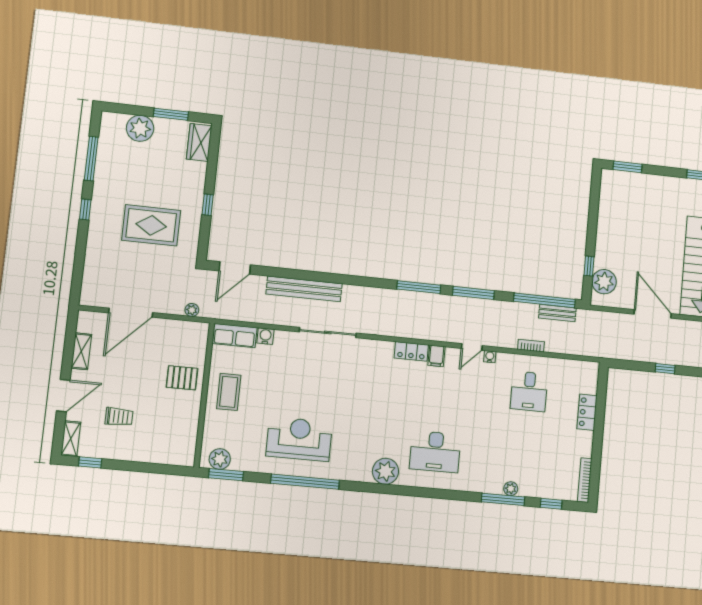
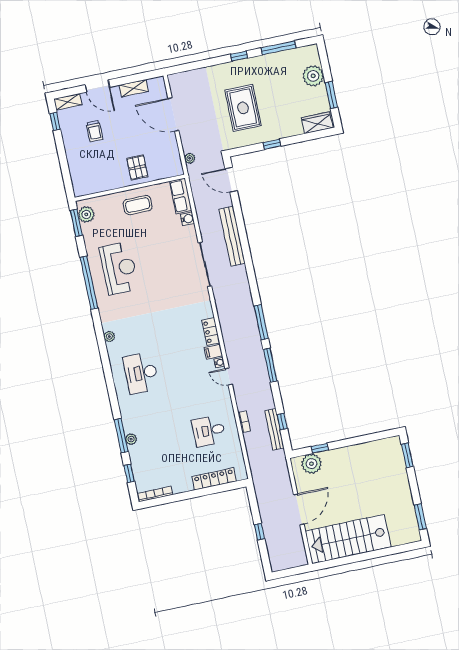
window: (544, 300) -> (282, 422), width x0.32
bench: (557, 313) -> (274, 429), width x1.36
water cooler: (490, 357) -> (219, 363), moved
locker: (587, 412) -> (214, 479), width x1.53
plant: (385, 471) -> (109, 336), width x0.53, depth x0.53

